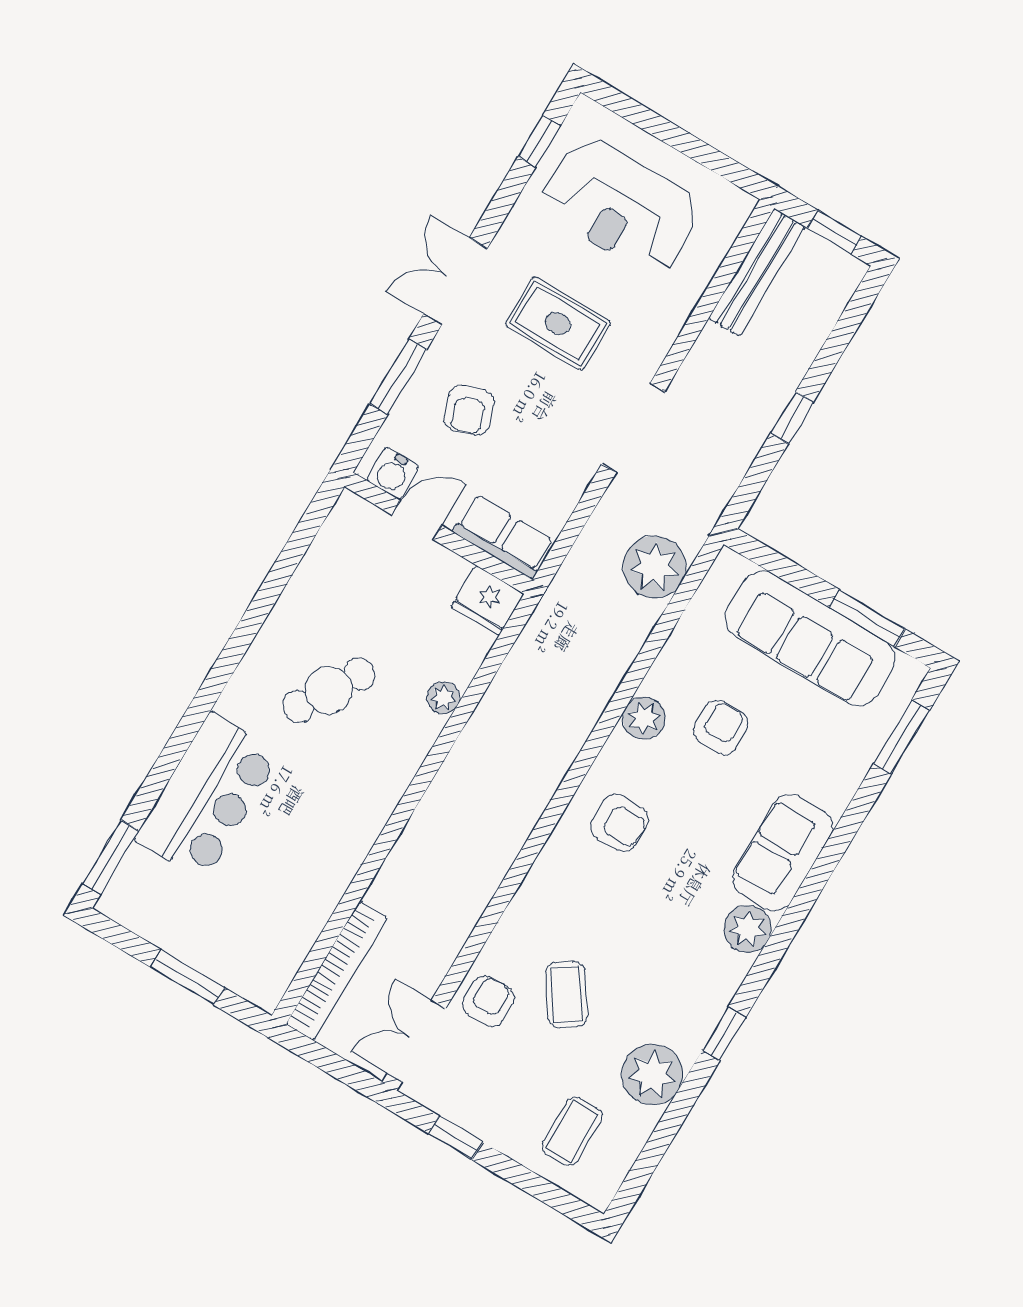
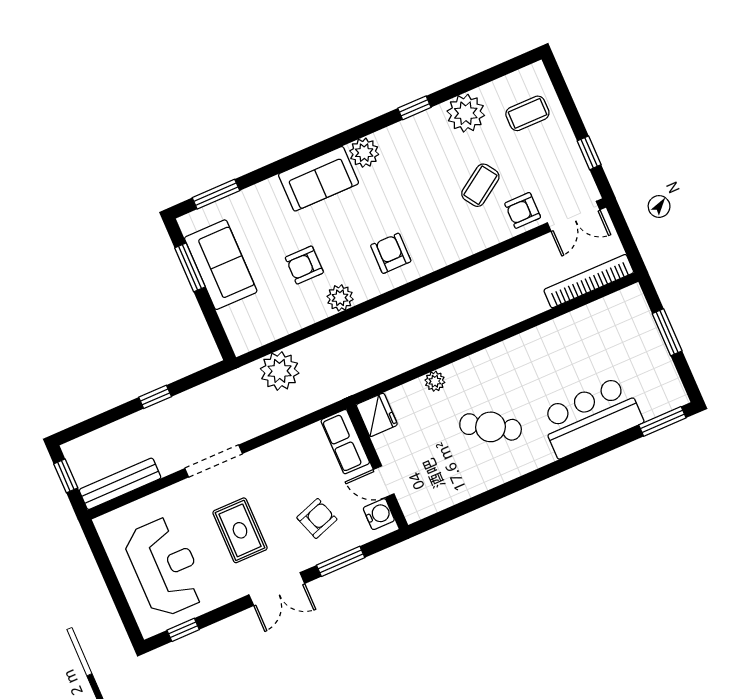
doorway: (633, 428) -> (214, 461), moved
sofa: (810, 638) -> (221, 265), width x0.73

